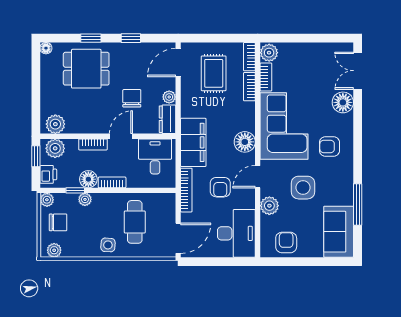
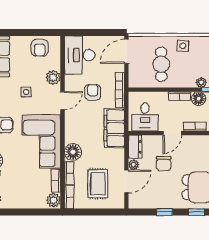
door: (178, 63) -> (126, 181), moved
floor lamp: (245, 142) -> (73, 152), moved
side table: (303, 188) -> (26, 92), width x0.54, depth x0.54

